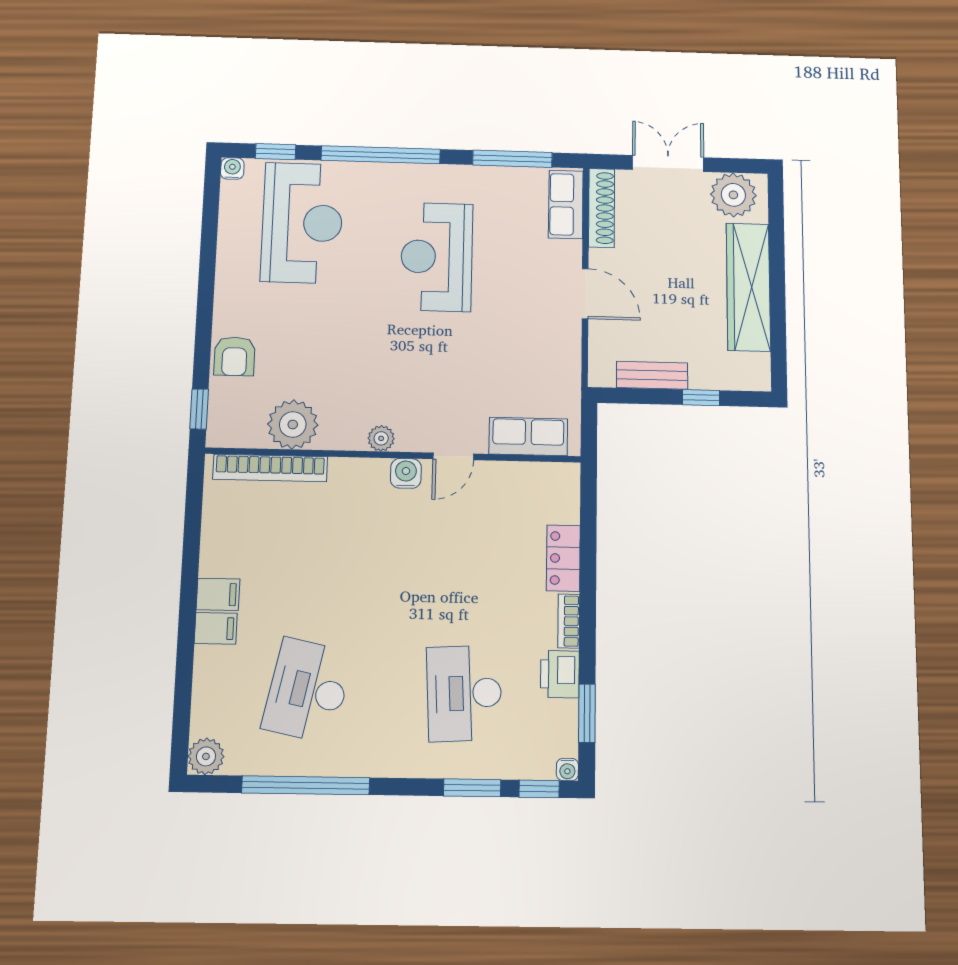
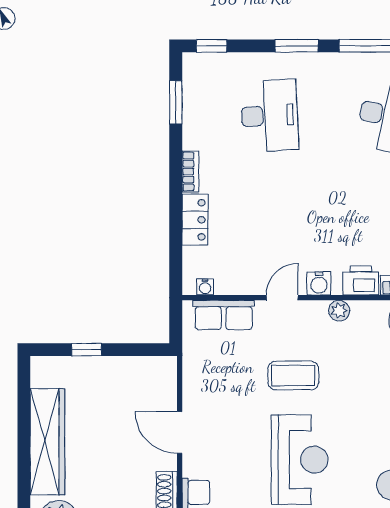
coffee table: (442, 359) -> (293, 376), added
bench: (652, 375) -> (126, 367), removed
printer: (560, 674) -> (361, 281), moved, turned -90
water cooler: (567, 769) -> (205, 287), moved, turned 180
window: (472, 788) -> (296, 46), moved

